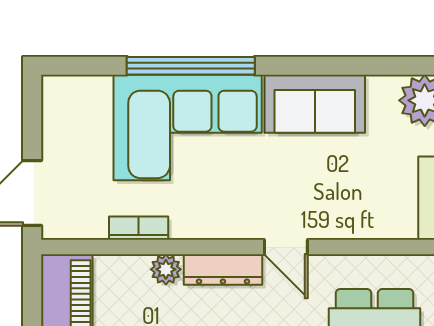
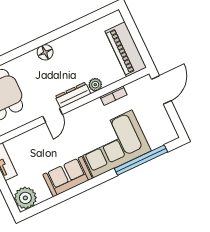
window: (191, 66) -> (141, 160), moved
door: (286, 247) -> (53, 115), swing flipped

